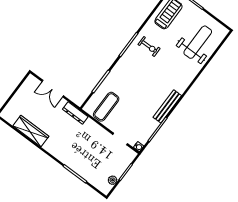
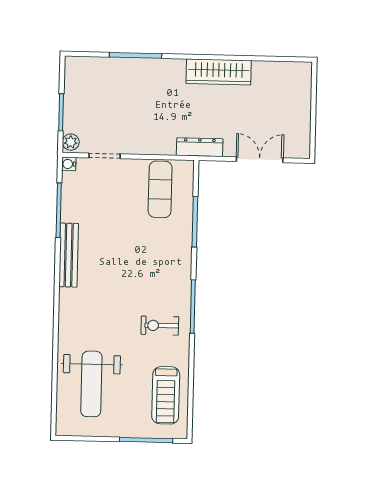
wardrobe: (31, 131) -> (219, 72), moved
plant: (113, 180) -> (71, 142), moved

